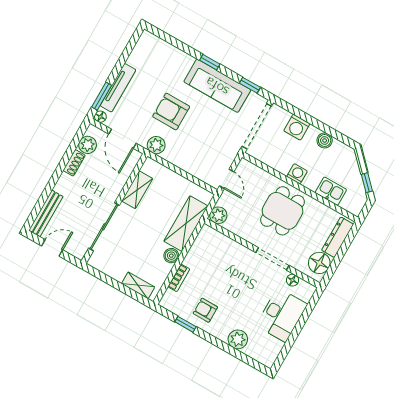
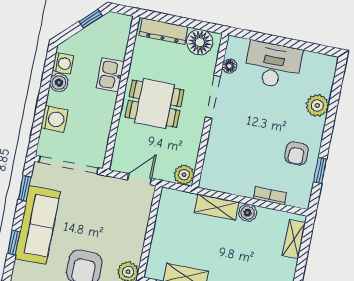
washing machine: (297, 174) -> (63, 63), moved, turned 180
kitchen sink: (331, 191) -> (110, 75), moved
shelving: (186, 224) -> (217, 207), width x0.67, depth x0.75

